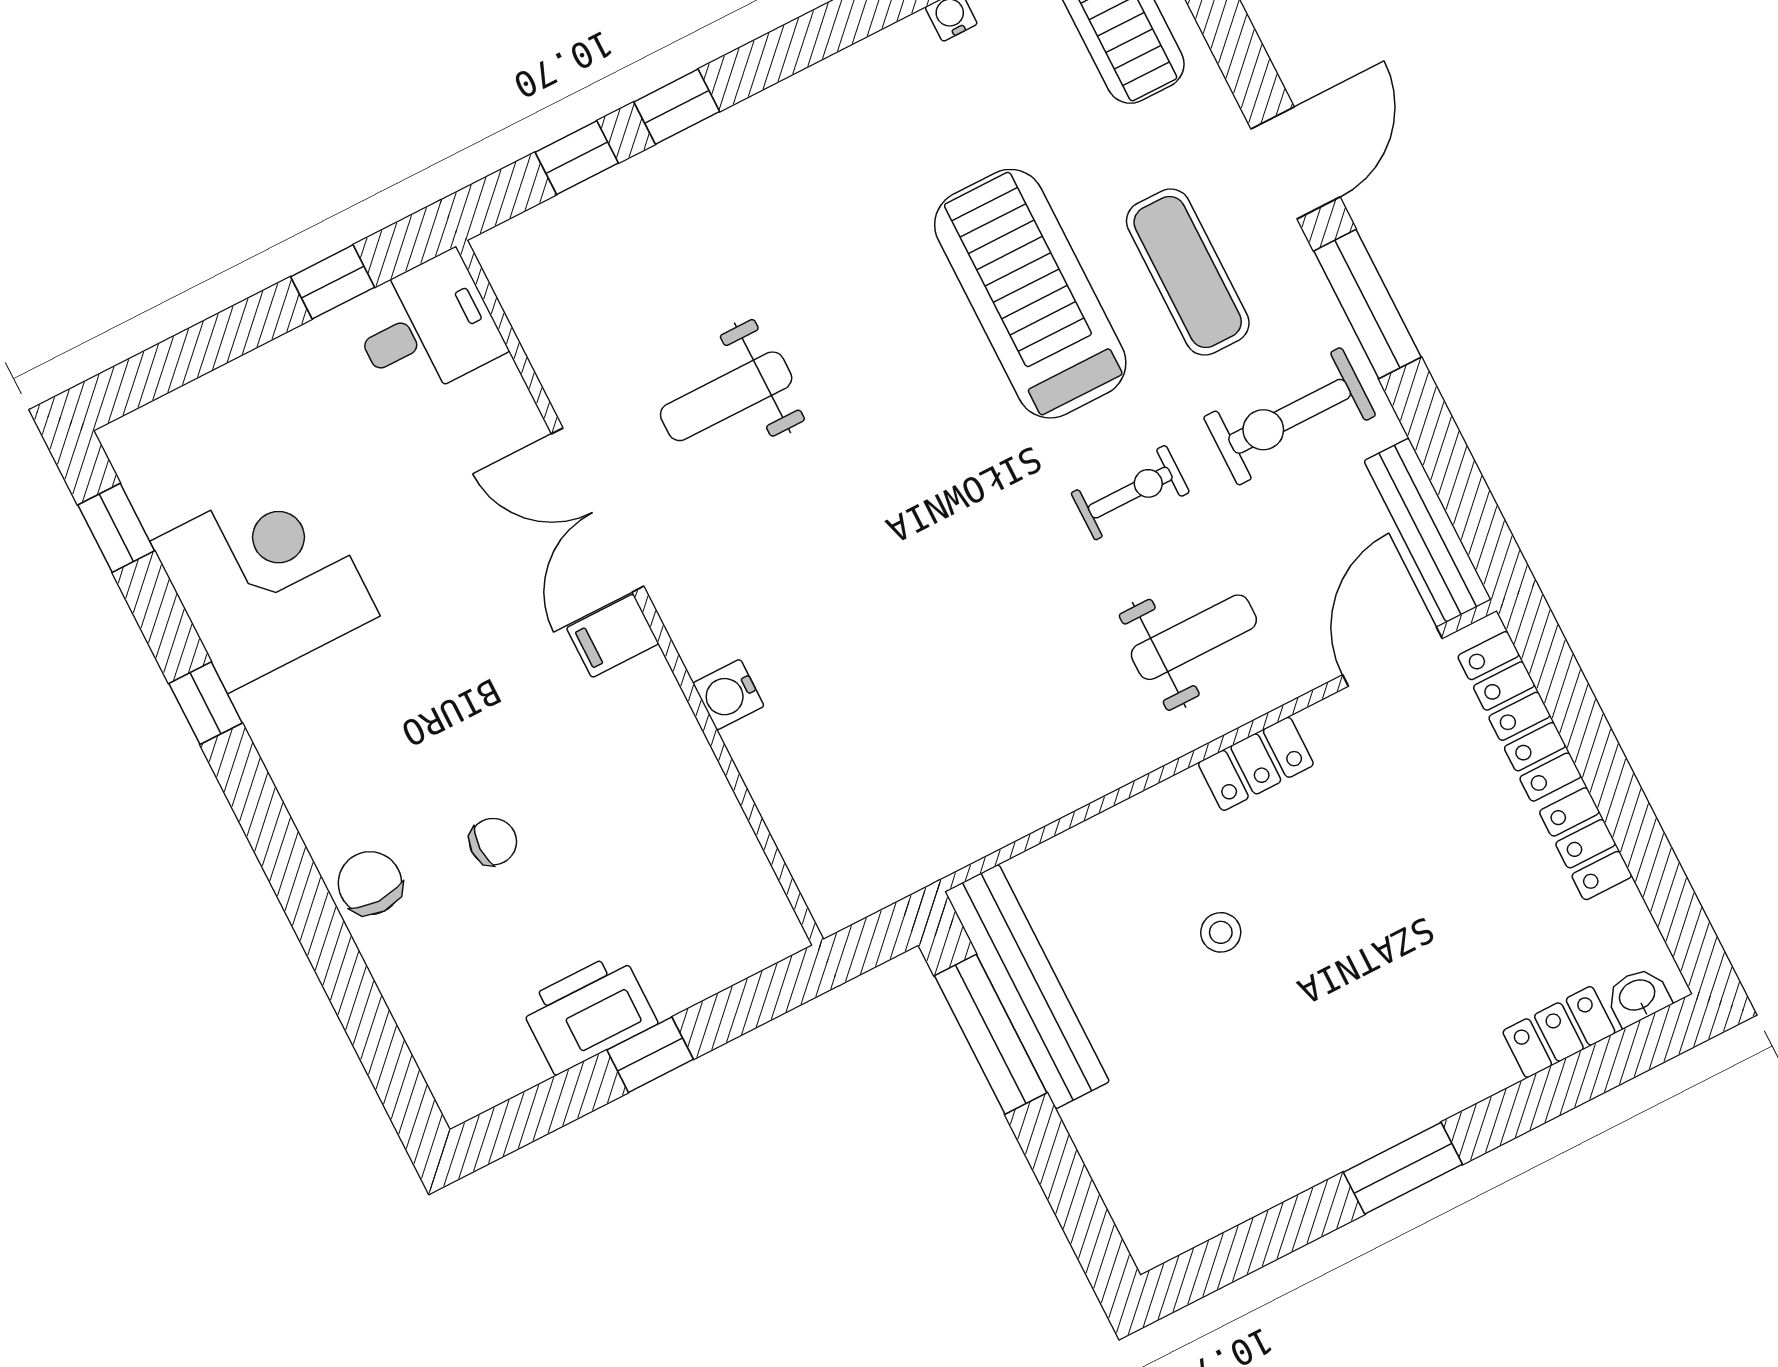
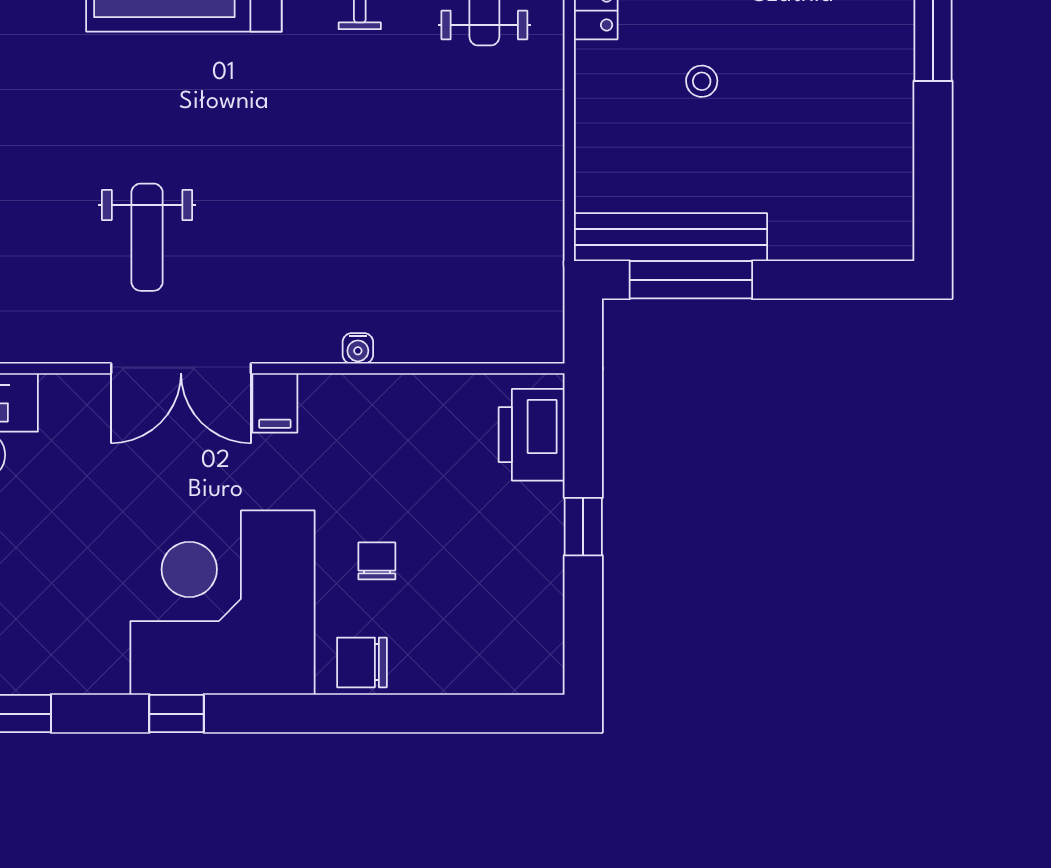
corner desk: (265, 579) -> (223, 603), moved, width x1.36, depth x1.36
water cooler: (728, 695) -> (358, 348), width x0.72, depth x0.72
printer: (588, 1013) -> (532, 435), moved

